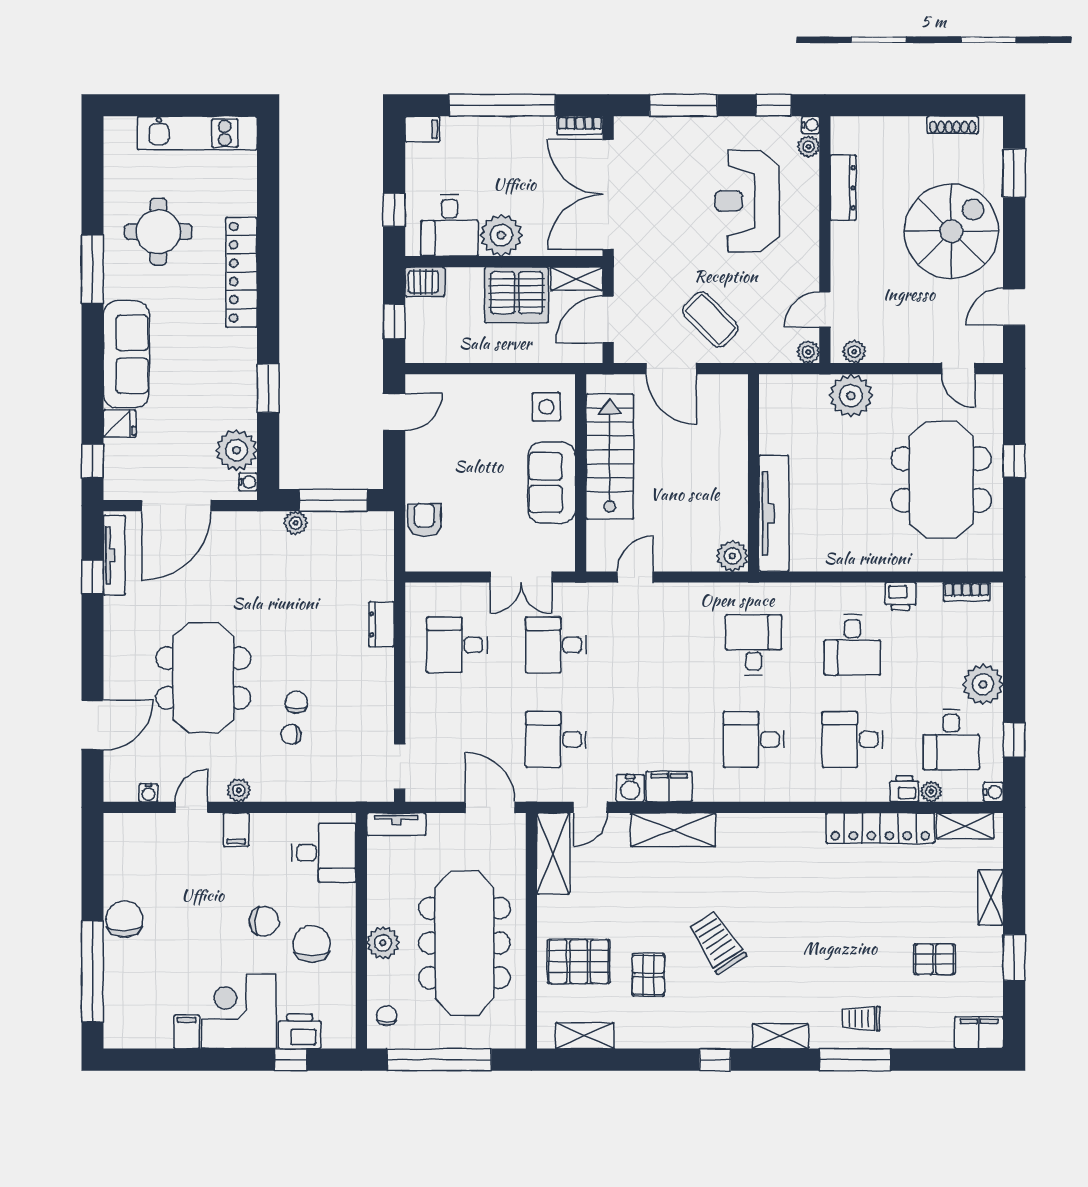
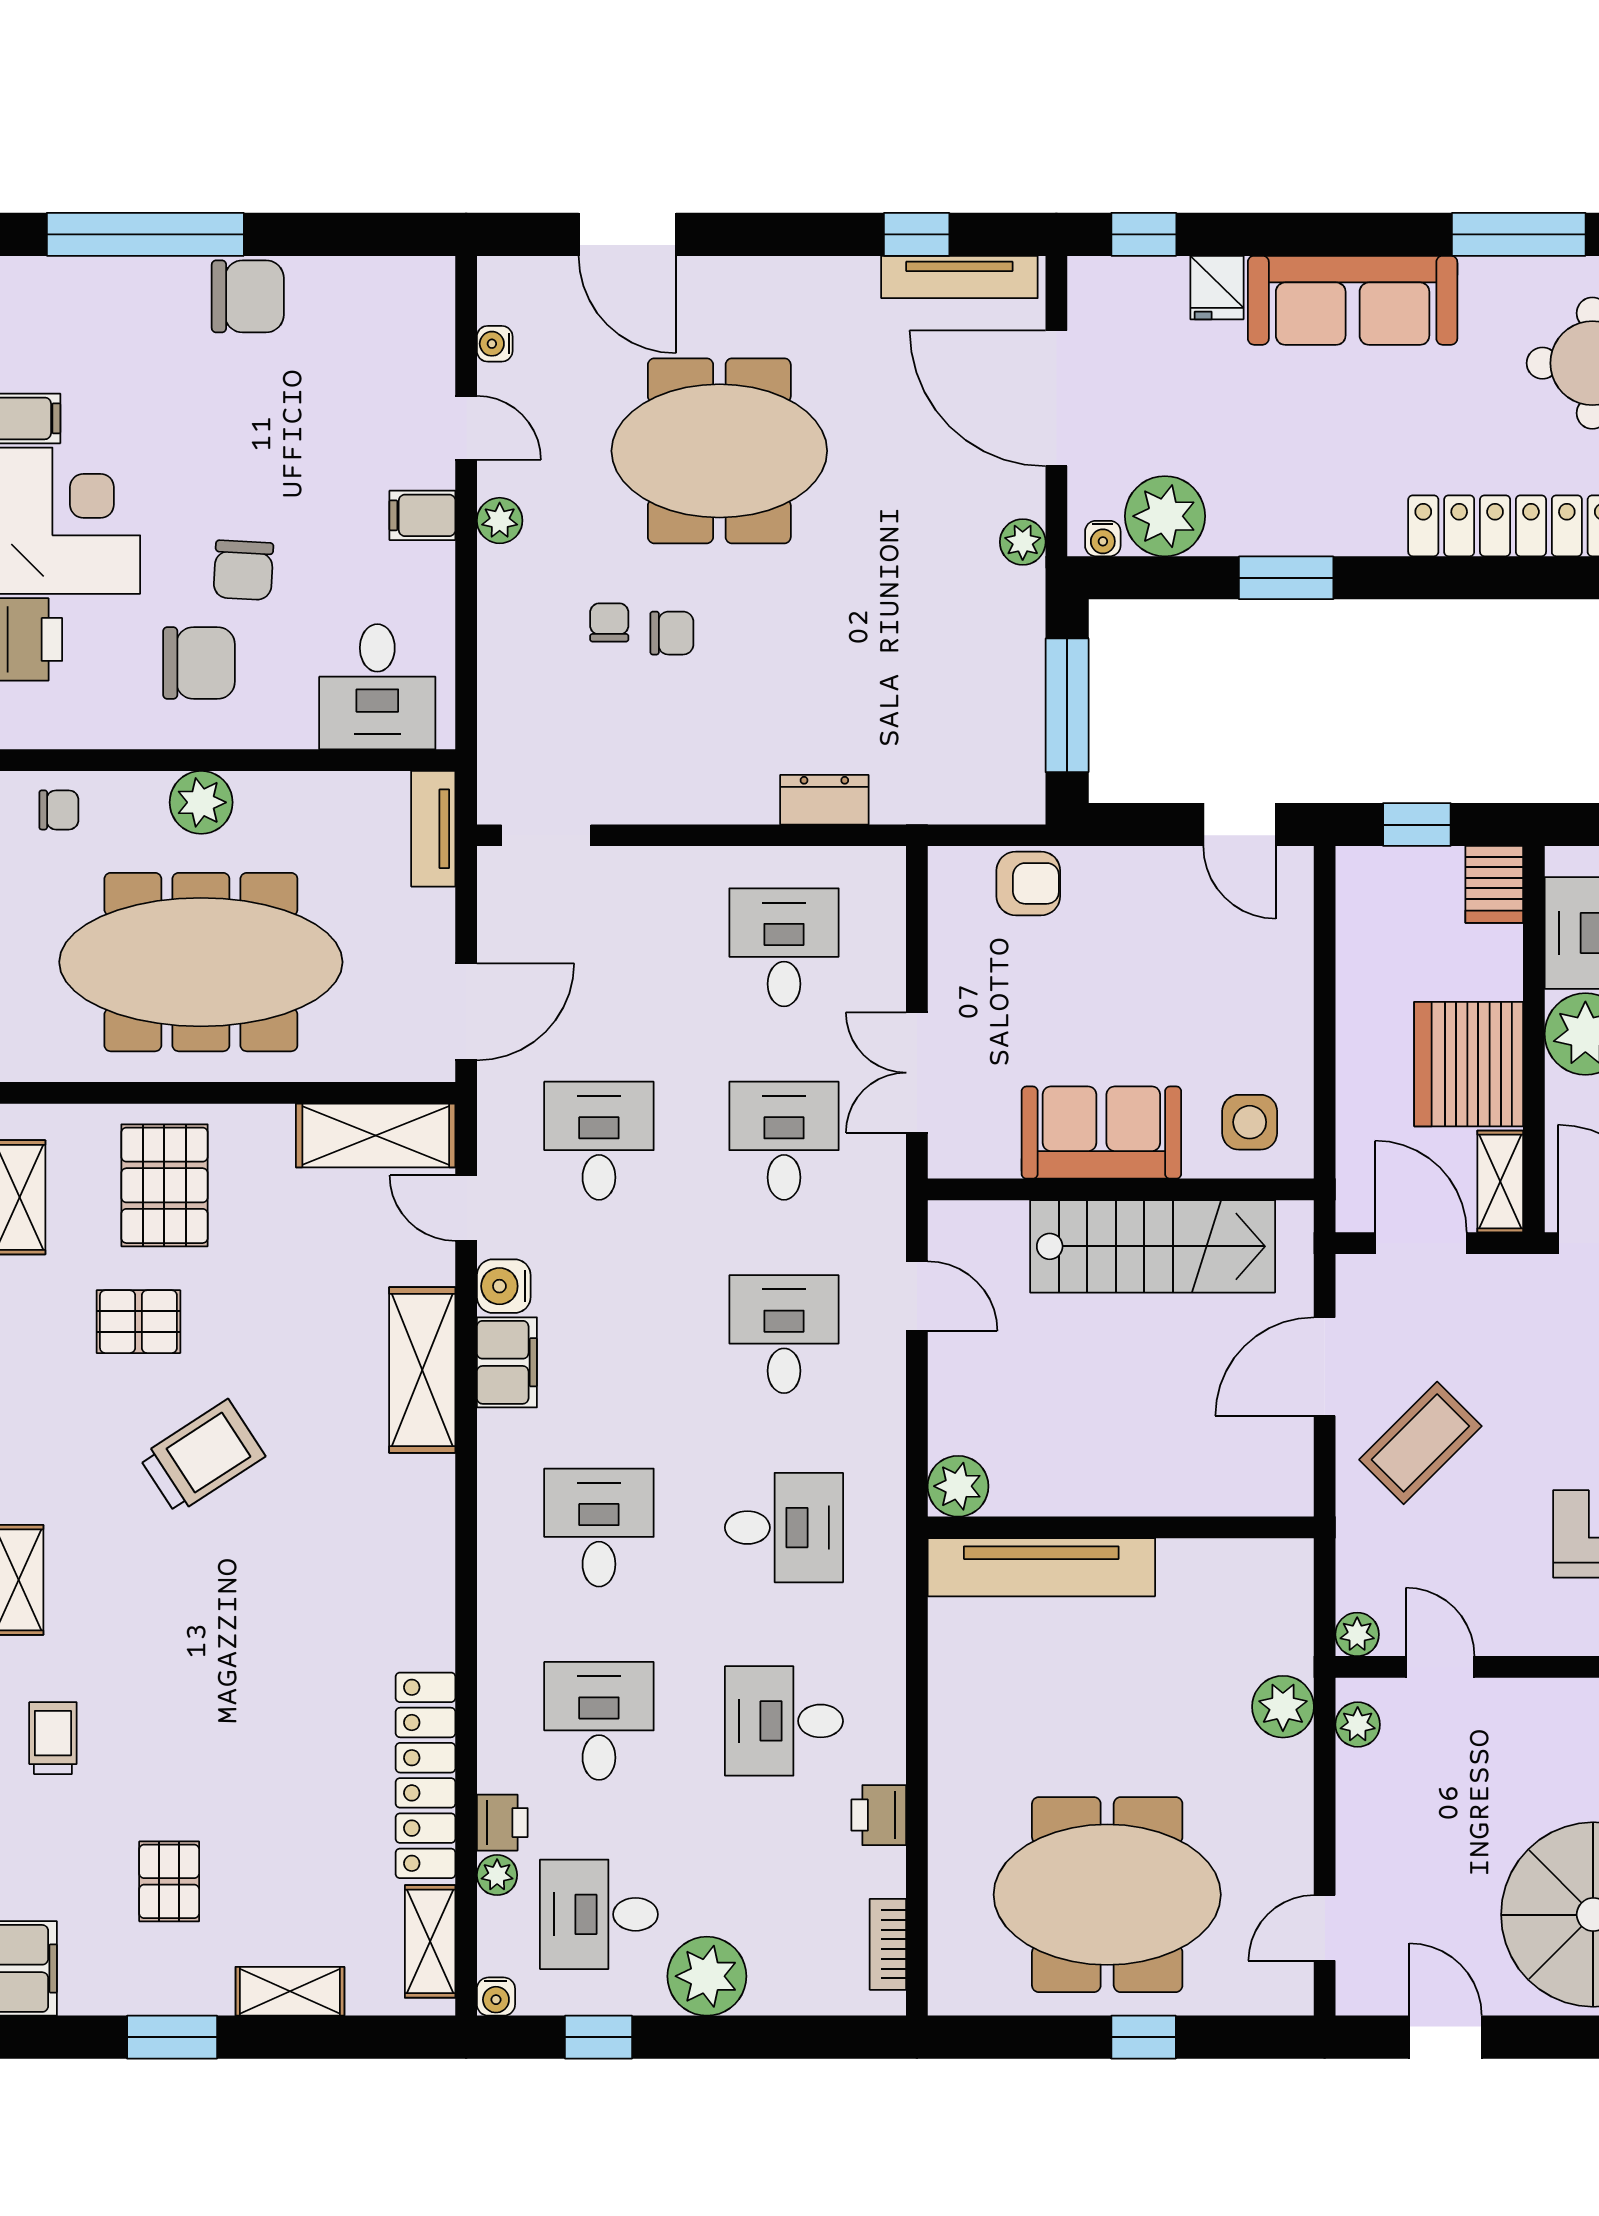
plant: (851, 396) -> (1283, 1707), width x0.73, depth x0.73
plant: (296, 523) -> (1023, 542), moved
desk: (655, 645) -> (784, 1334), added

